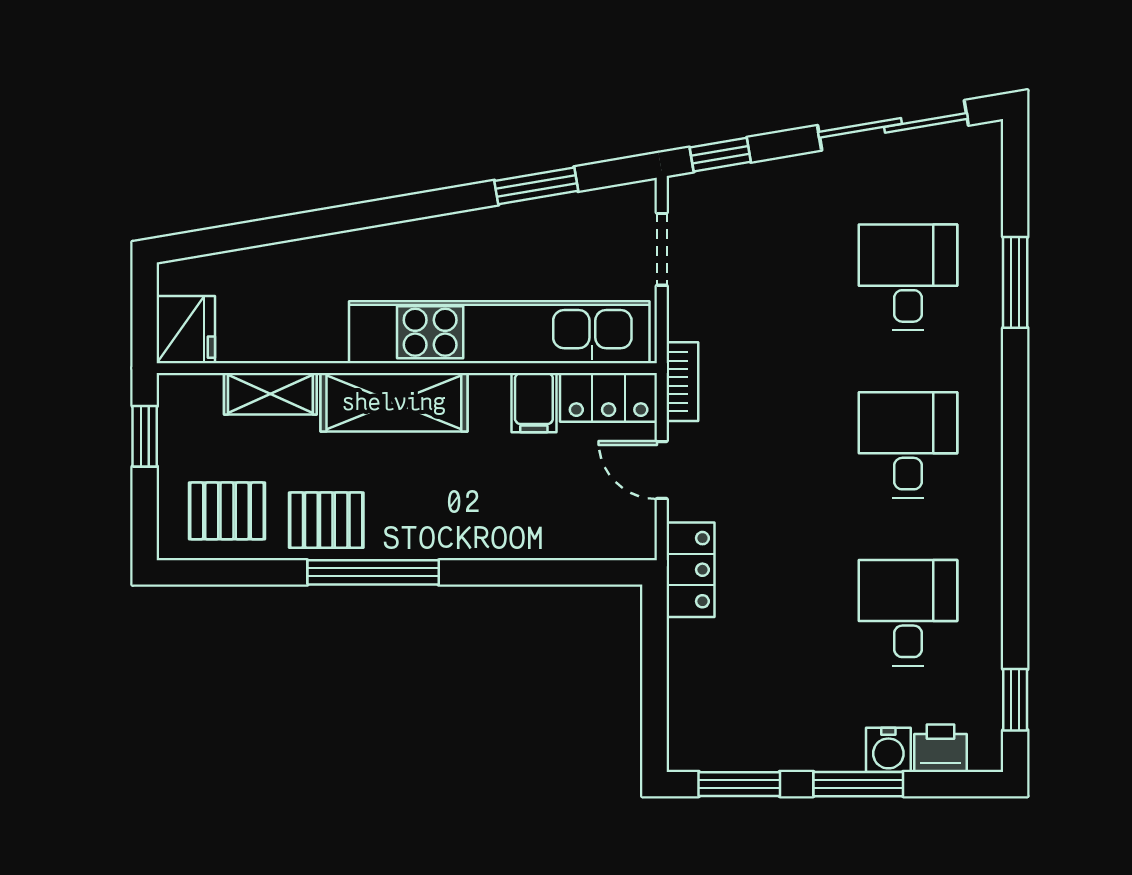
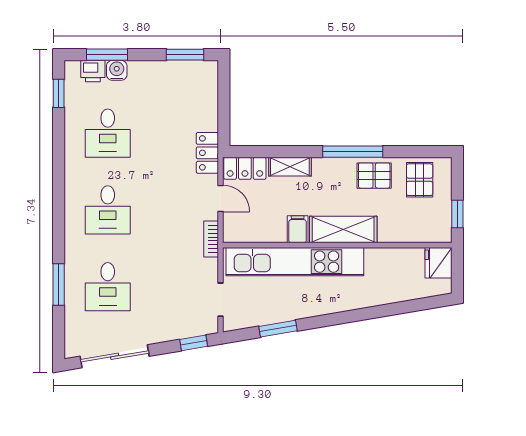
shelving: (270, 394) -> (290, 167), moved
locker: (609, 397) -> (245, 168), moved, turned 180
filing cabinet: (534, 403) -> (298, 229), moved
pallet: (227, 511) -> (420, 180), turned 90
window: (858, 784) -> (107, 55), moved

